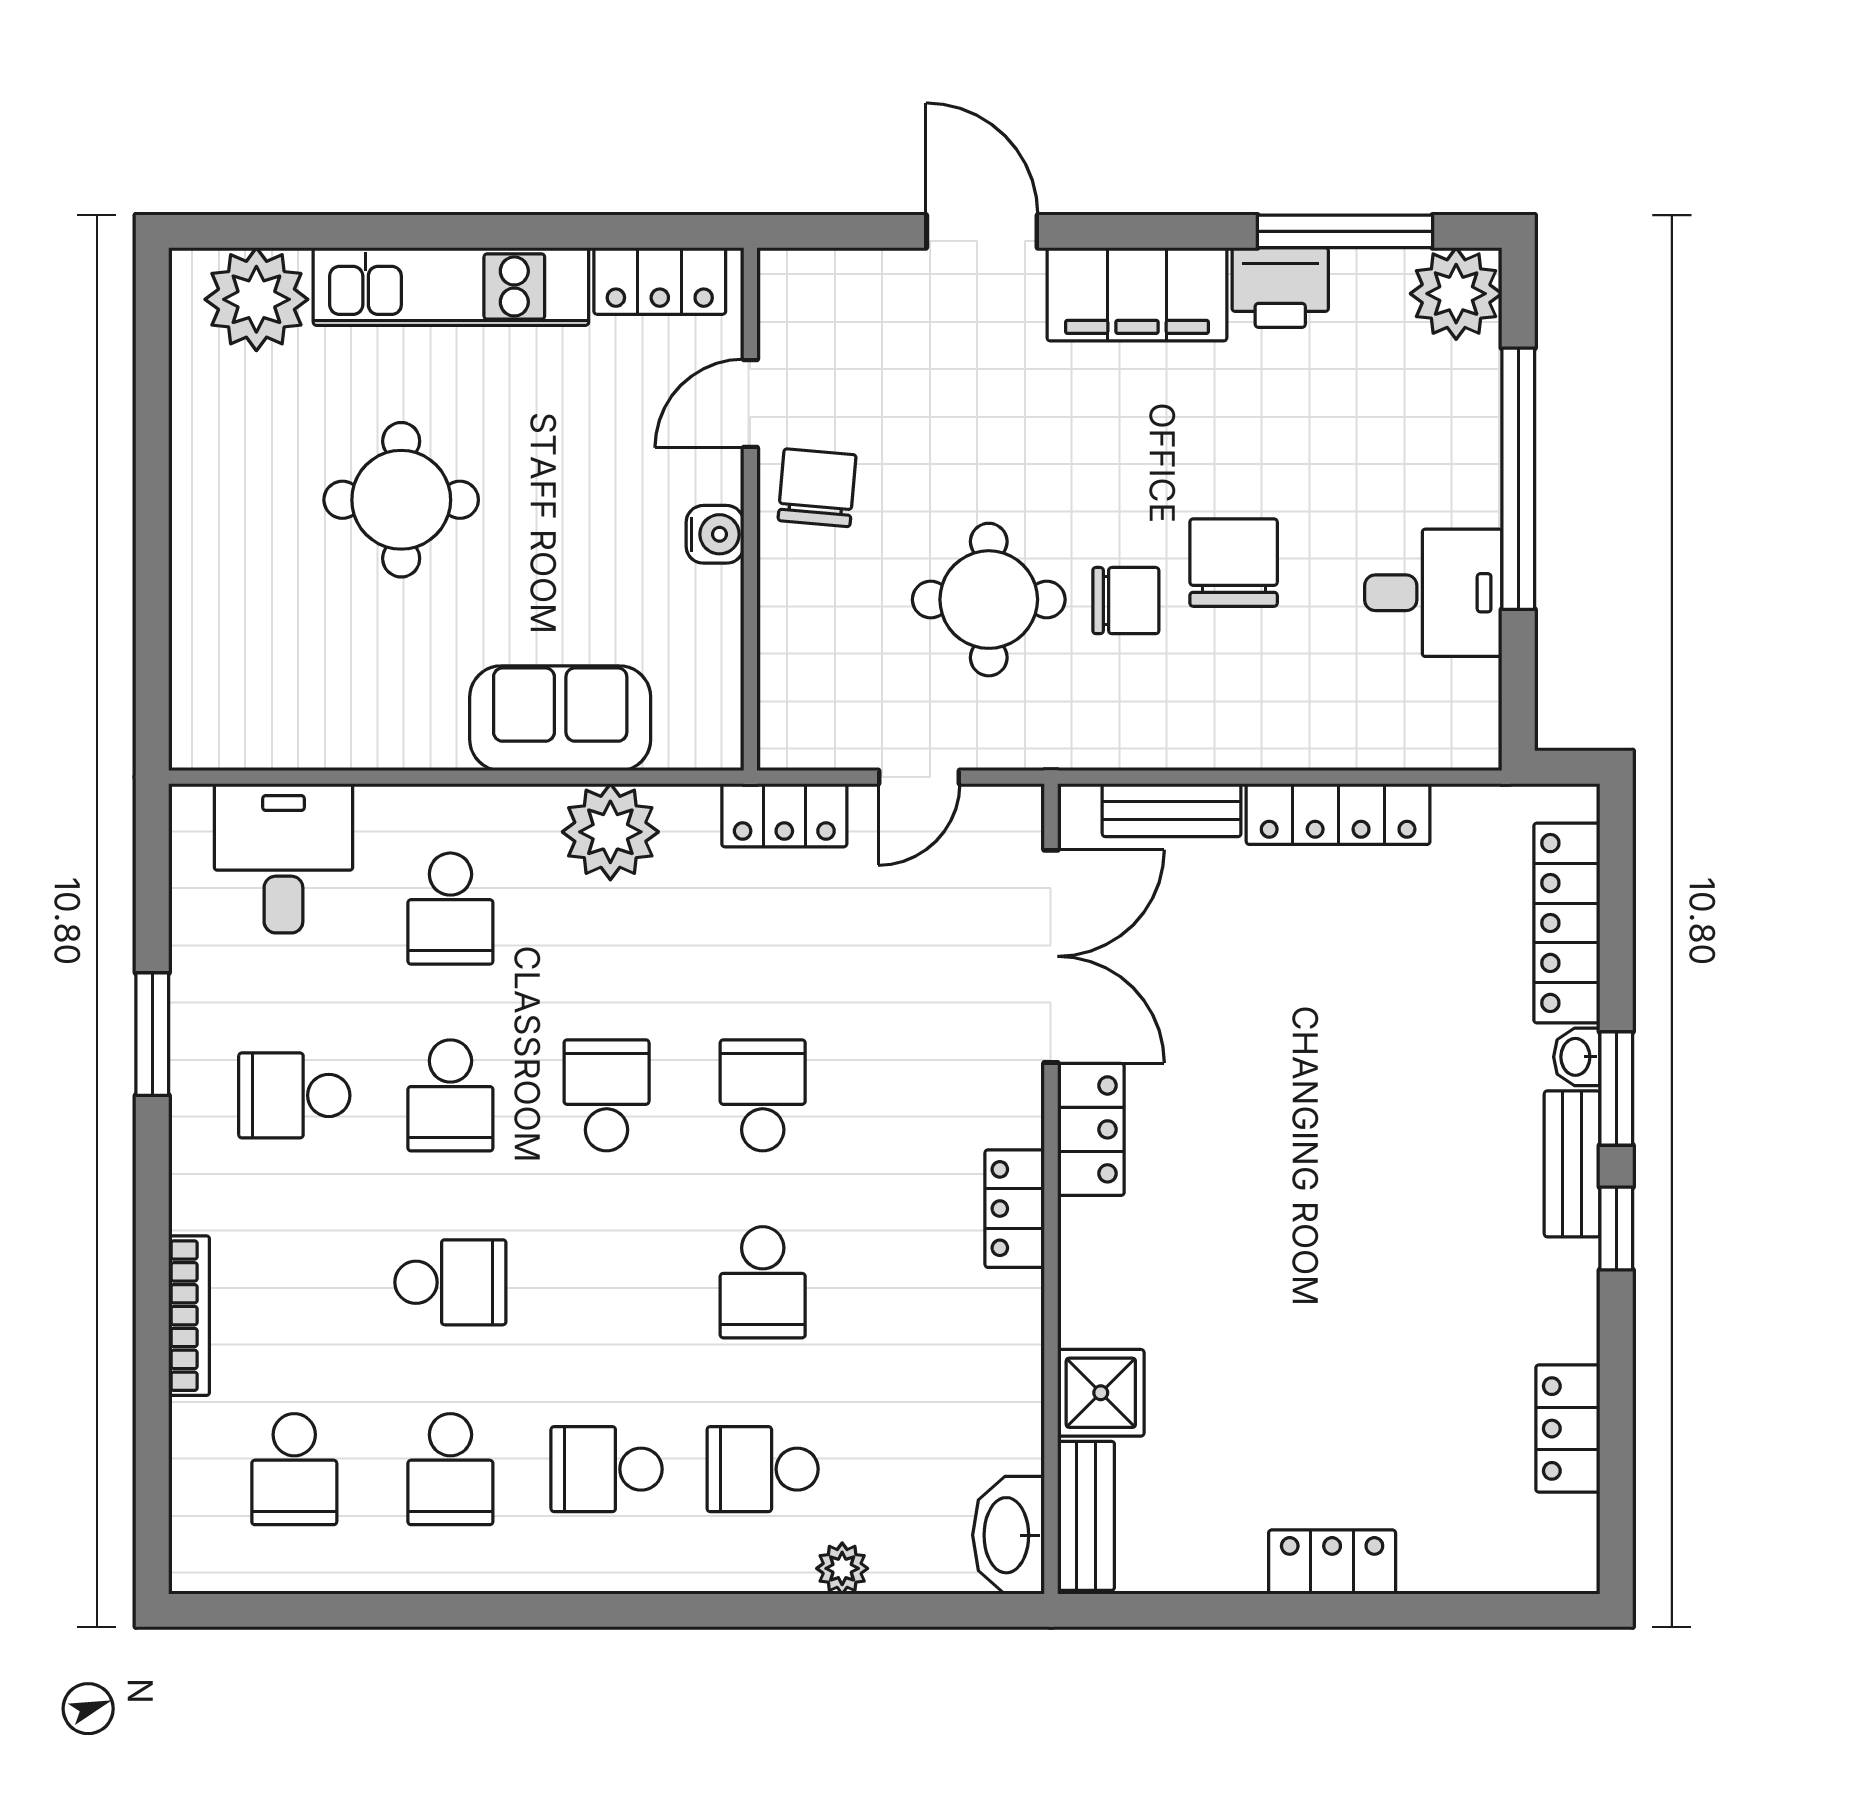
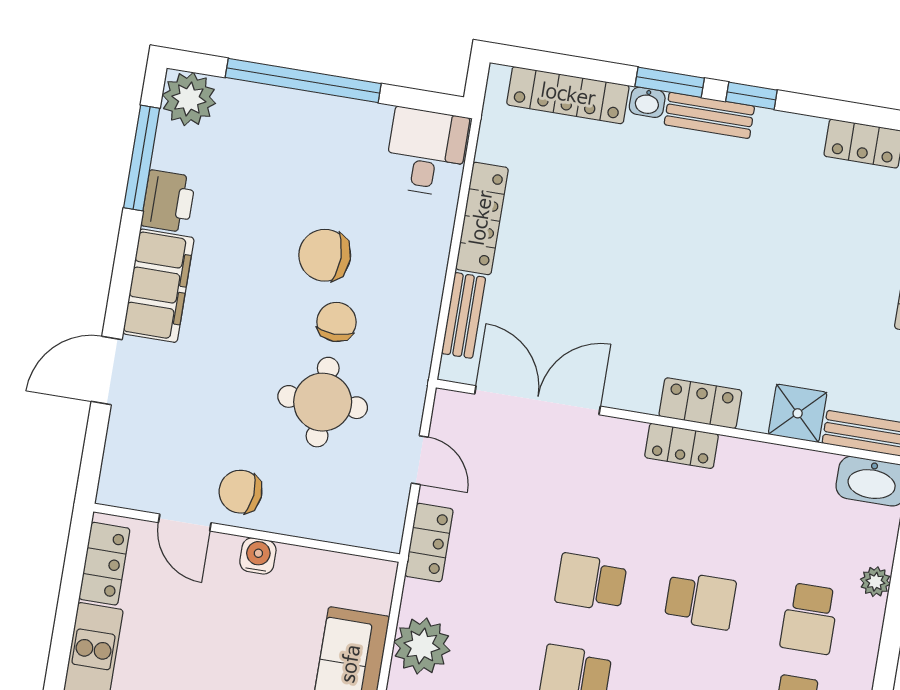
desk: (1433, 593) -> (426, 152), moved
locker: (1091, 1129) -> (700, 403), moved

